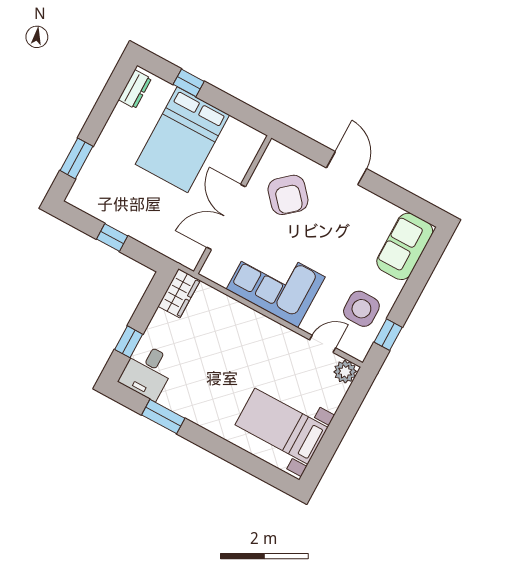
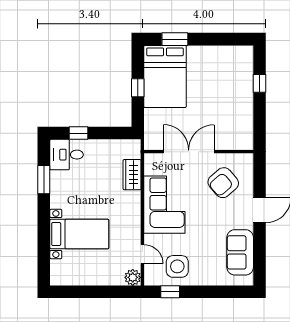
dresser: (135, 89) -> (238, 52), removed
bed: (182, 140) -> (165, 76), moved, turned -90
sofa: (405, 246) -> (240, 252), moved, turned -90
wardrobe: (179, 293) -> (132, 175), moved, turned 90
bed with nightstands: (282, 426) -> (79, 234), moved, turned 90

